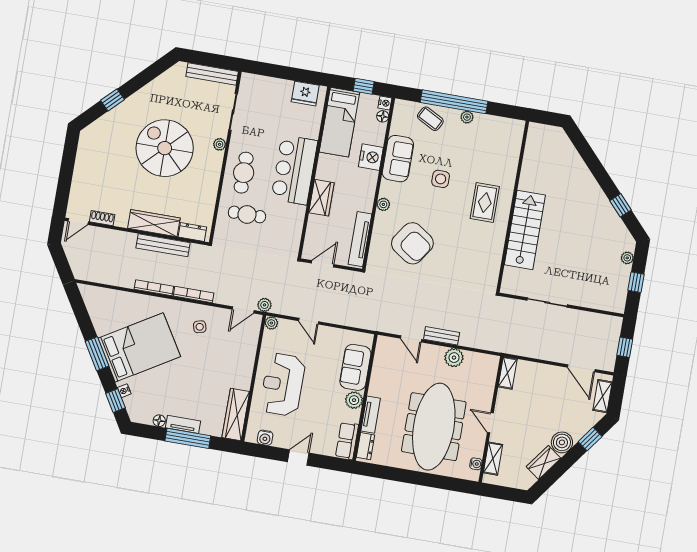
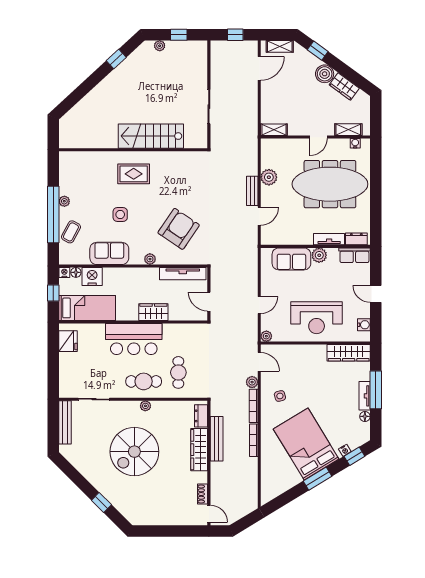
plant: (220, 144) -> (145, 406), moved
nightstand: (371, 157) -> (92, 276), moved
plant: (265, 305) -> (252, 382), moved

